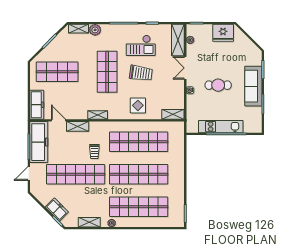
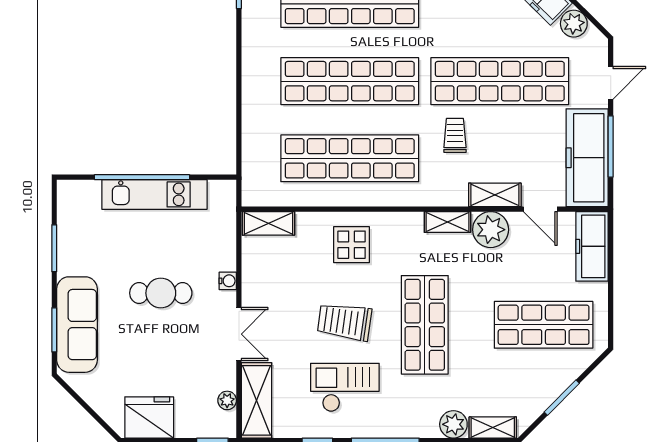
sofa: (253, 86) -> (77, 325), moved
plant: (79, 112) -> (491, 230), added
plant: (44, 198) -> (574, 24), added

